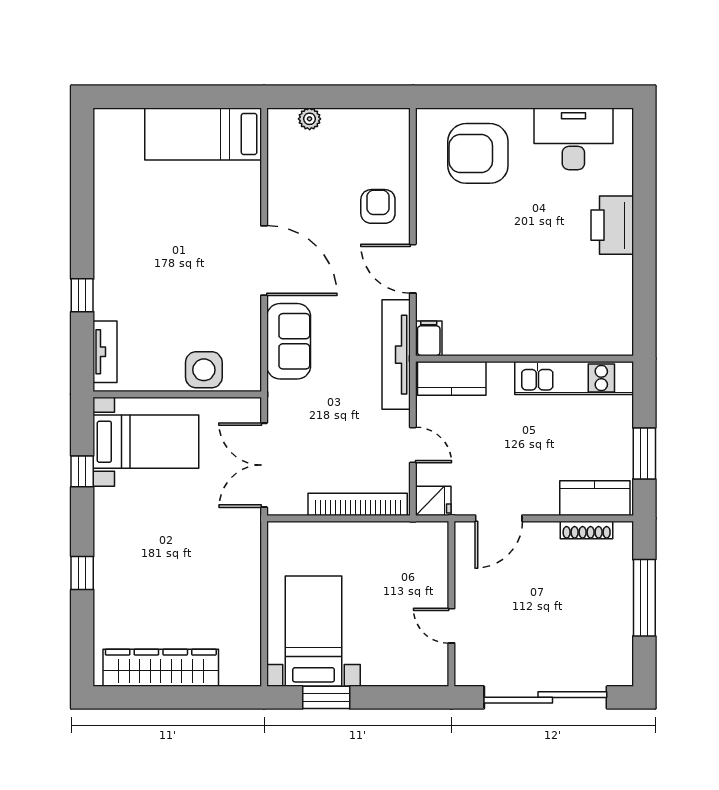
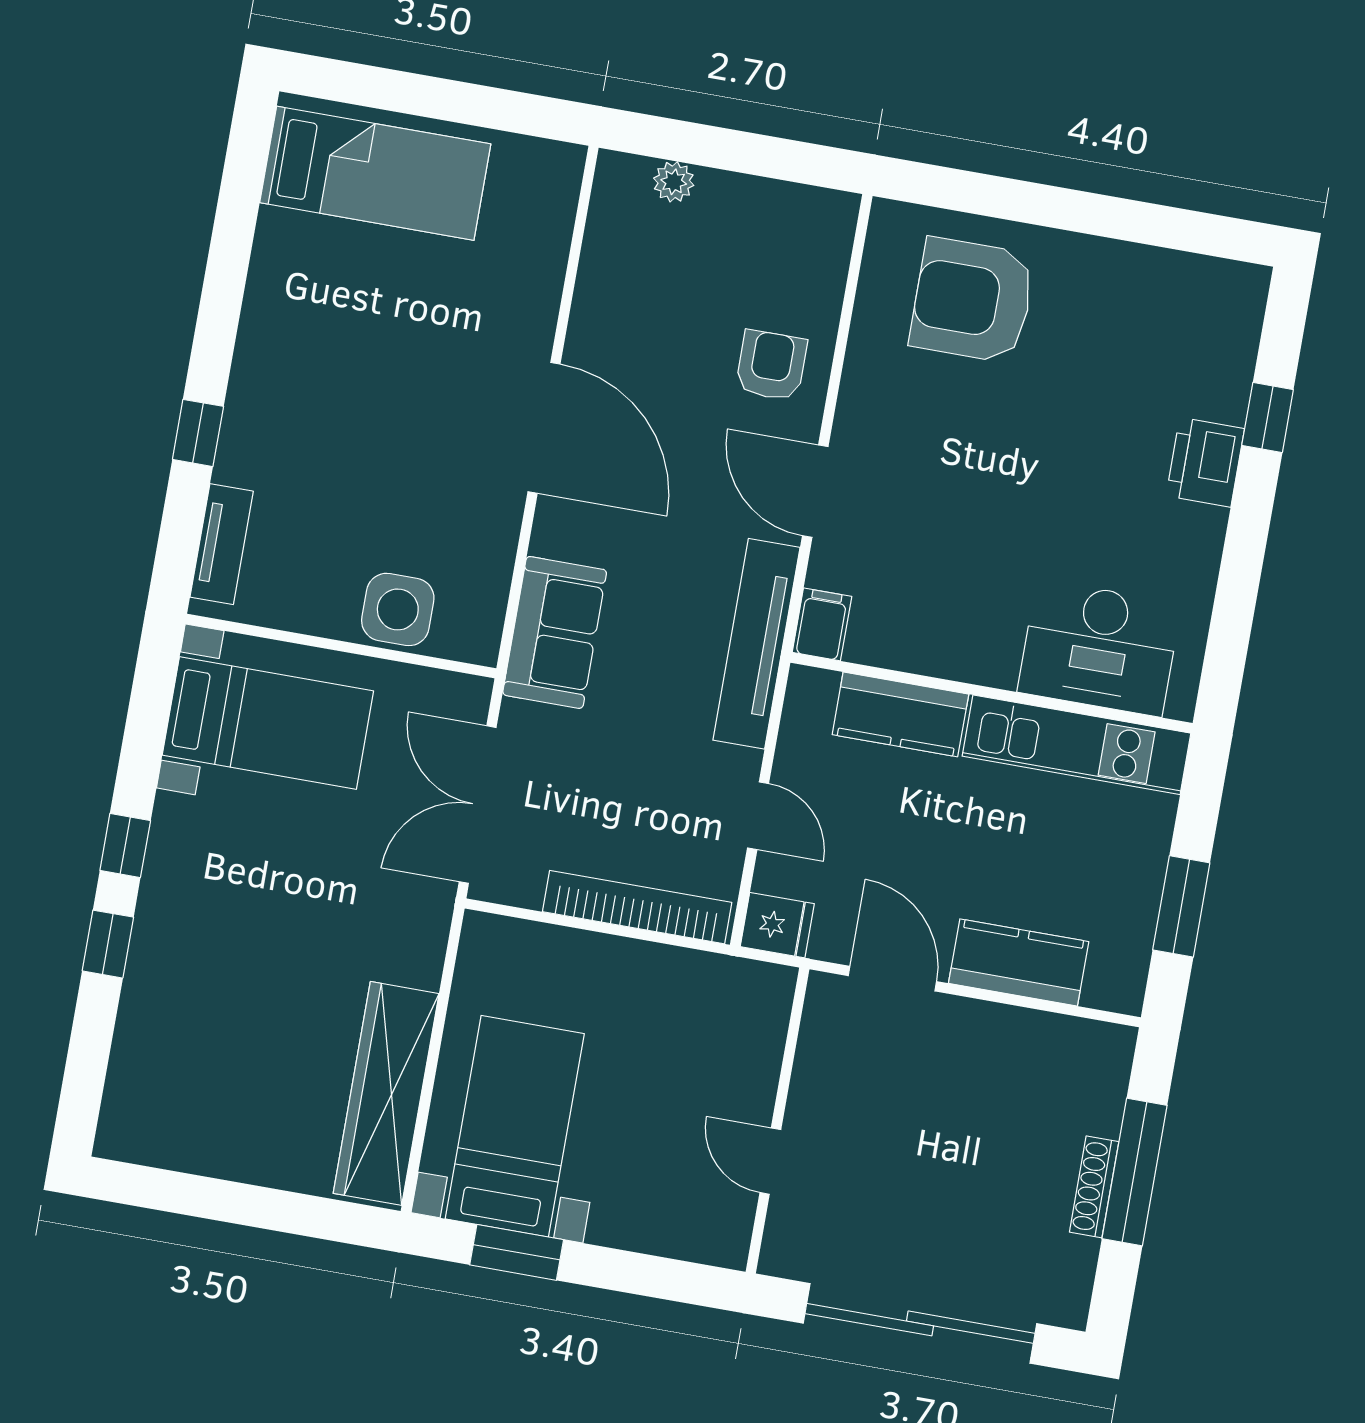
bed: (203, 134) -> (375, 173), moved, turned 180
desk: (573, 139) -> (1099, 648), moved, turned 180
window: (644, 188) -> (1268, 417), added
printer: (612, 225) -> (1205, 462), width x0.73, depth x0.84
sofa: (289, 341) -> (555, 632), moved
kitchen counter: (452, 378) -> (900, 714), moved
window: (82, 471) -> (125, 845), moved
kitchen counter: (595, 498) -> (1019, 962), moved
door: (499, 518) -> (892, 979), swing flipped
shoe rack: (587, 530) -> (1094, 1187), moved, turned 90
wardrobe: (161, 668) -> (386, 1093), moved, turned -90

